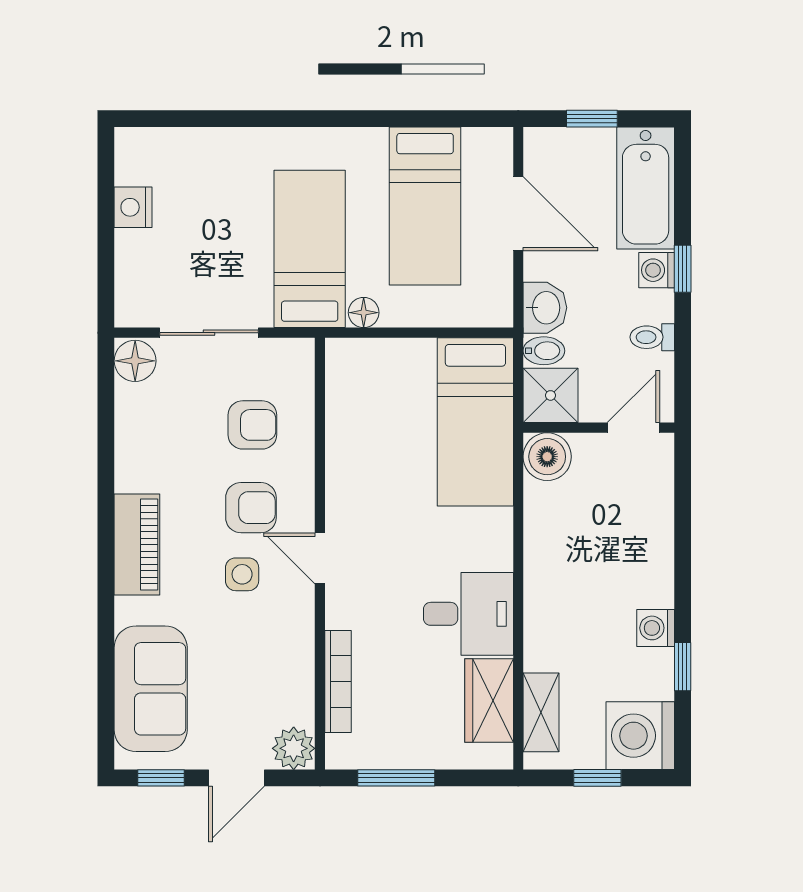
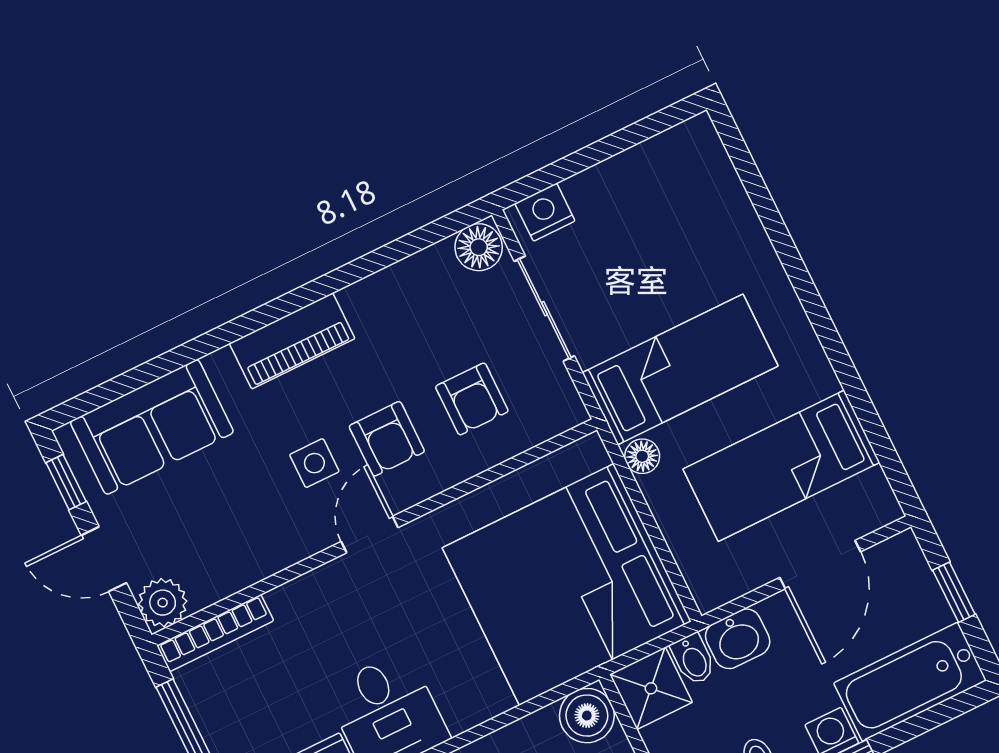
nightstand: (133, 207) -> (545, 212), moved
bed: (475, 422) -> (567, 585), width x2.04
bookcase: (338, 681) -> (215, 633), moved

